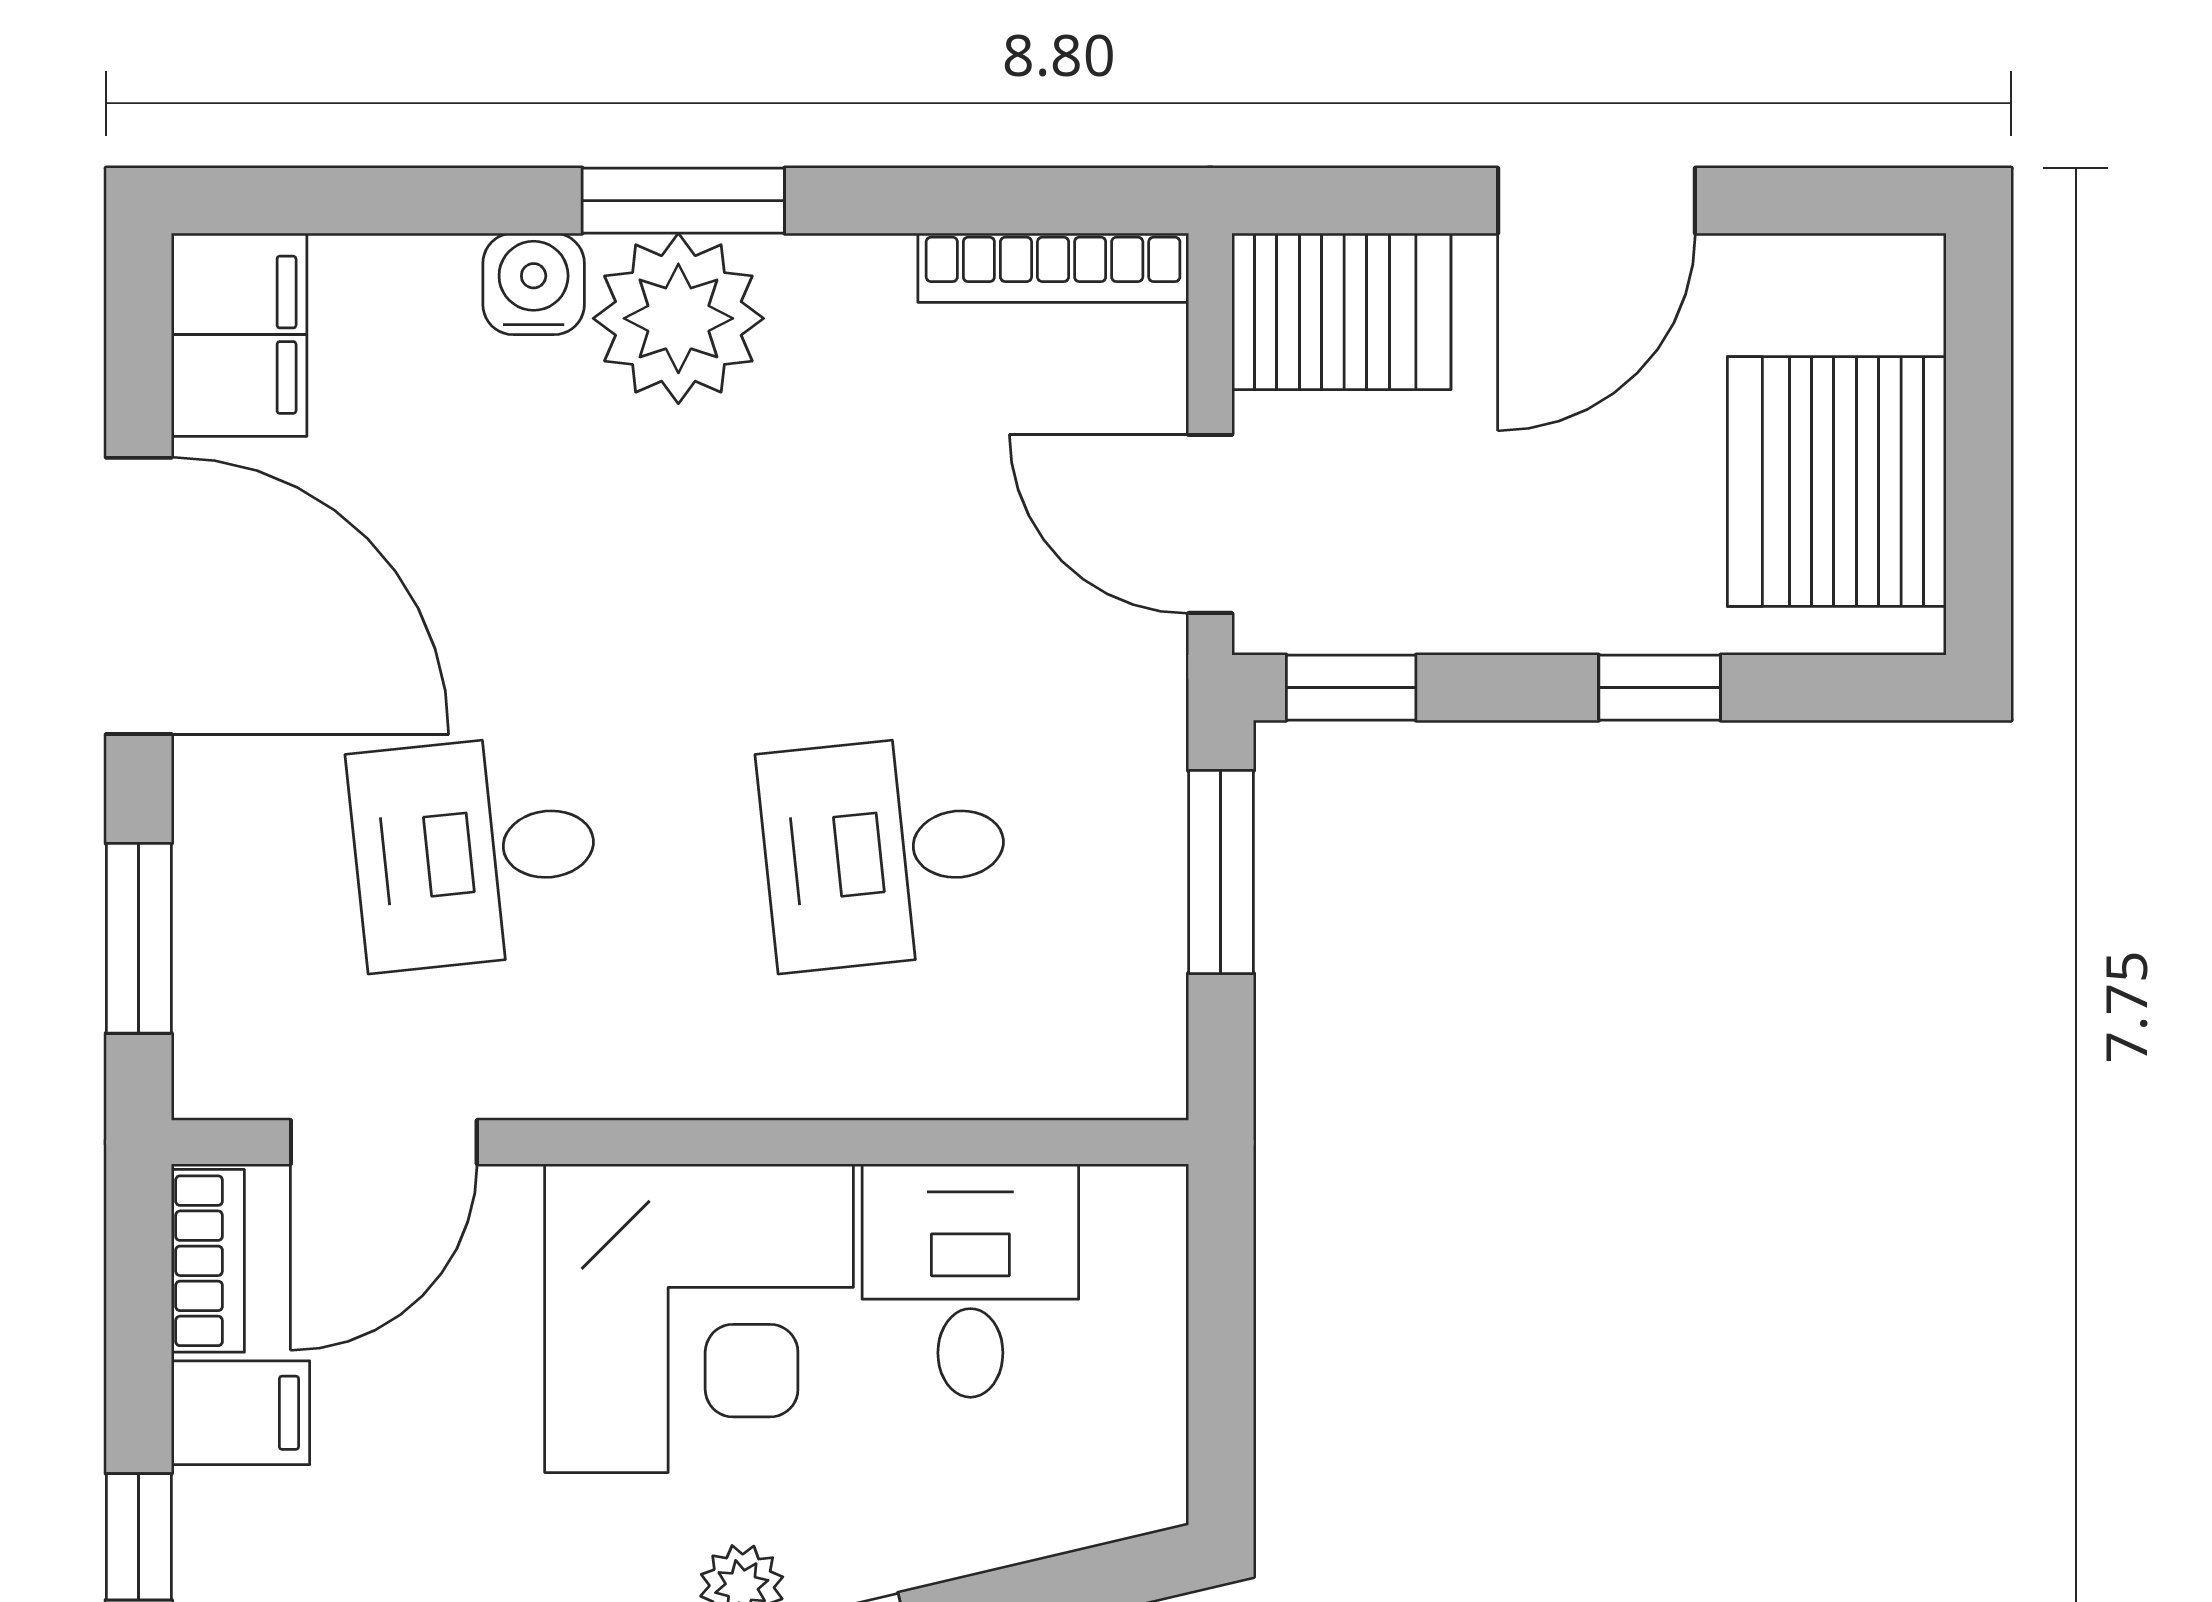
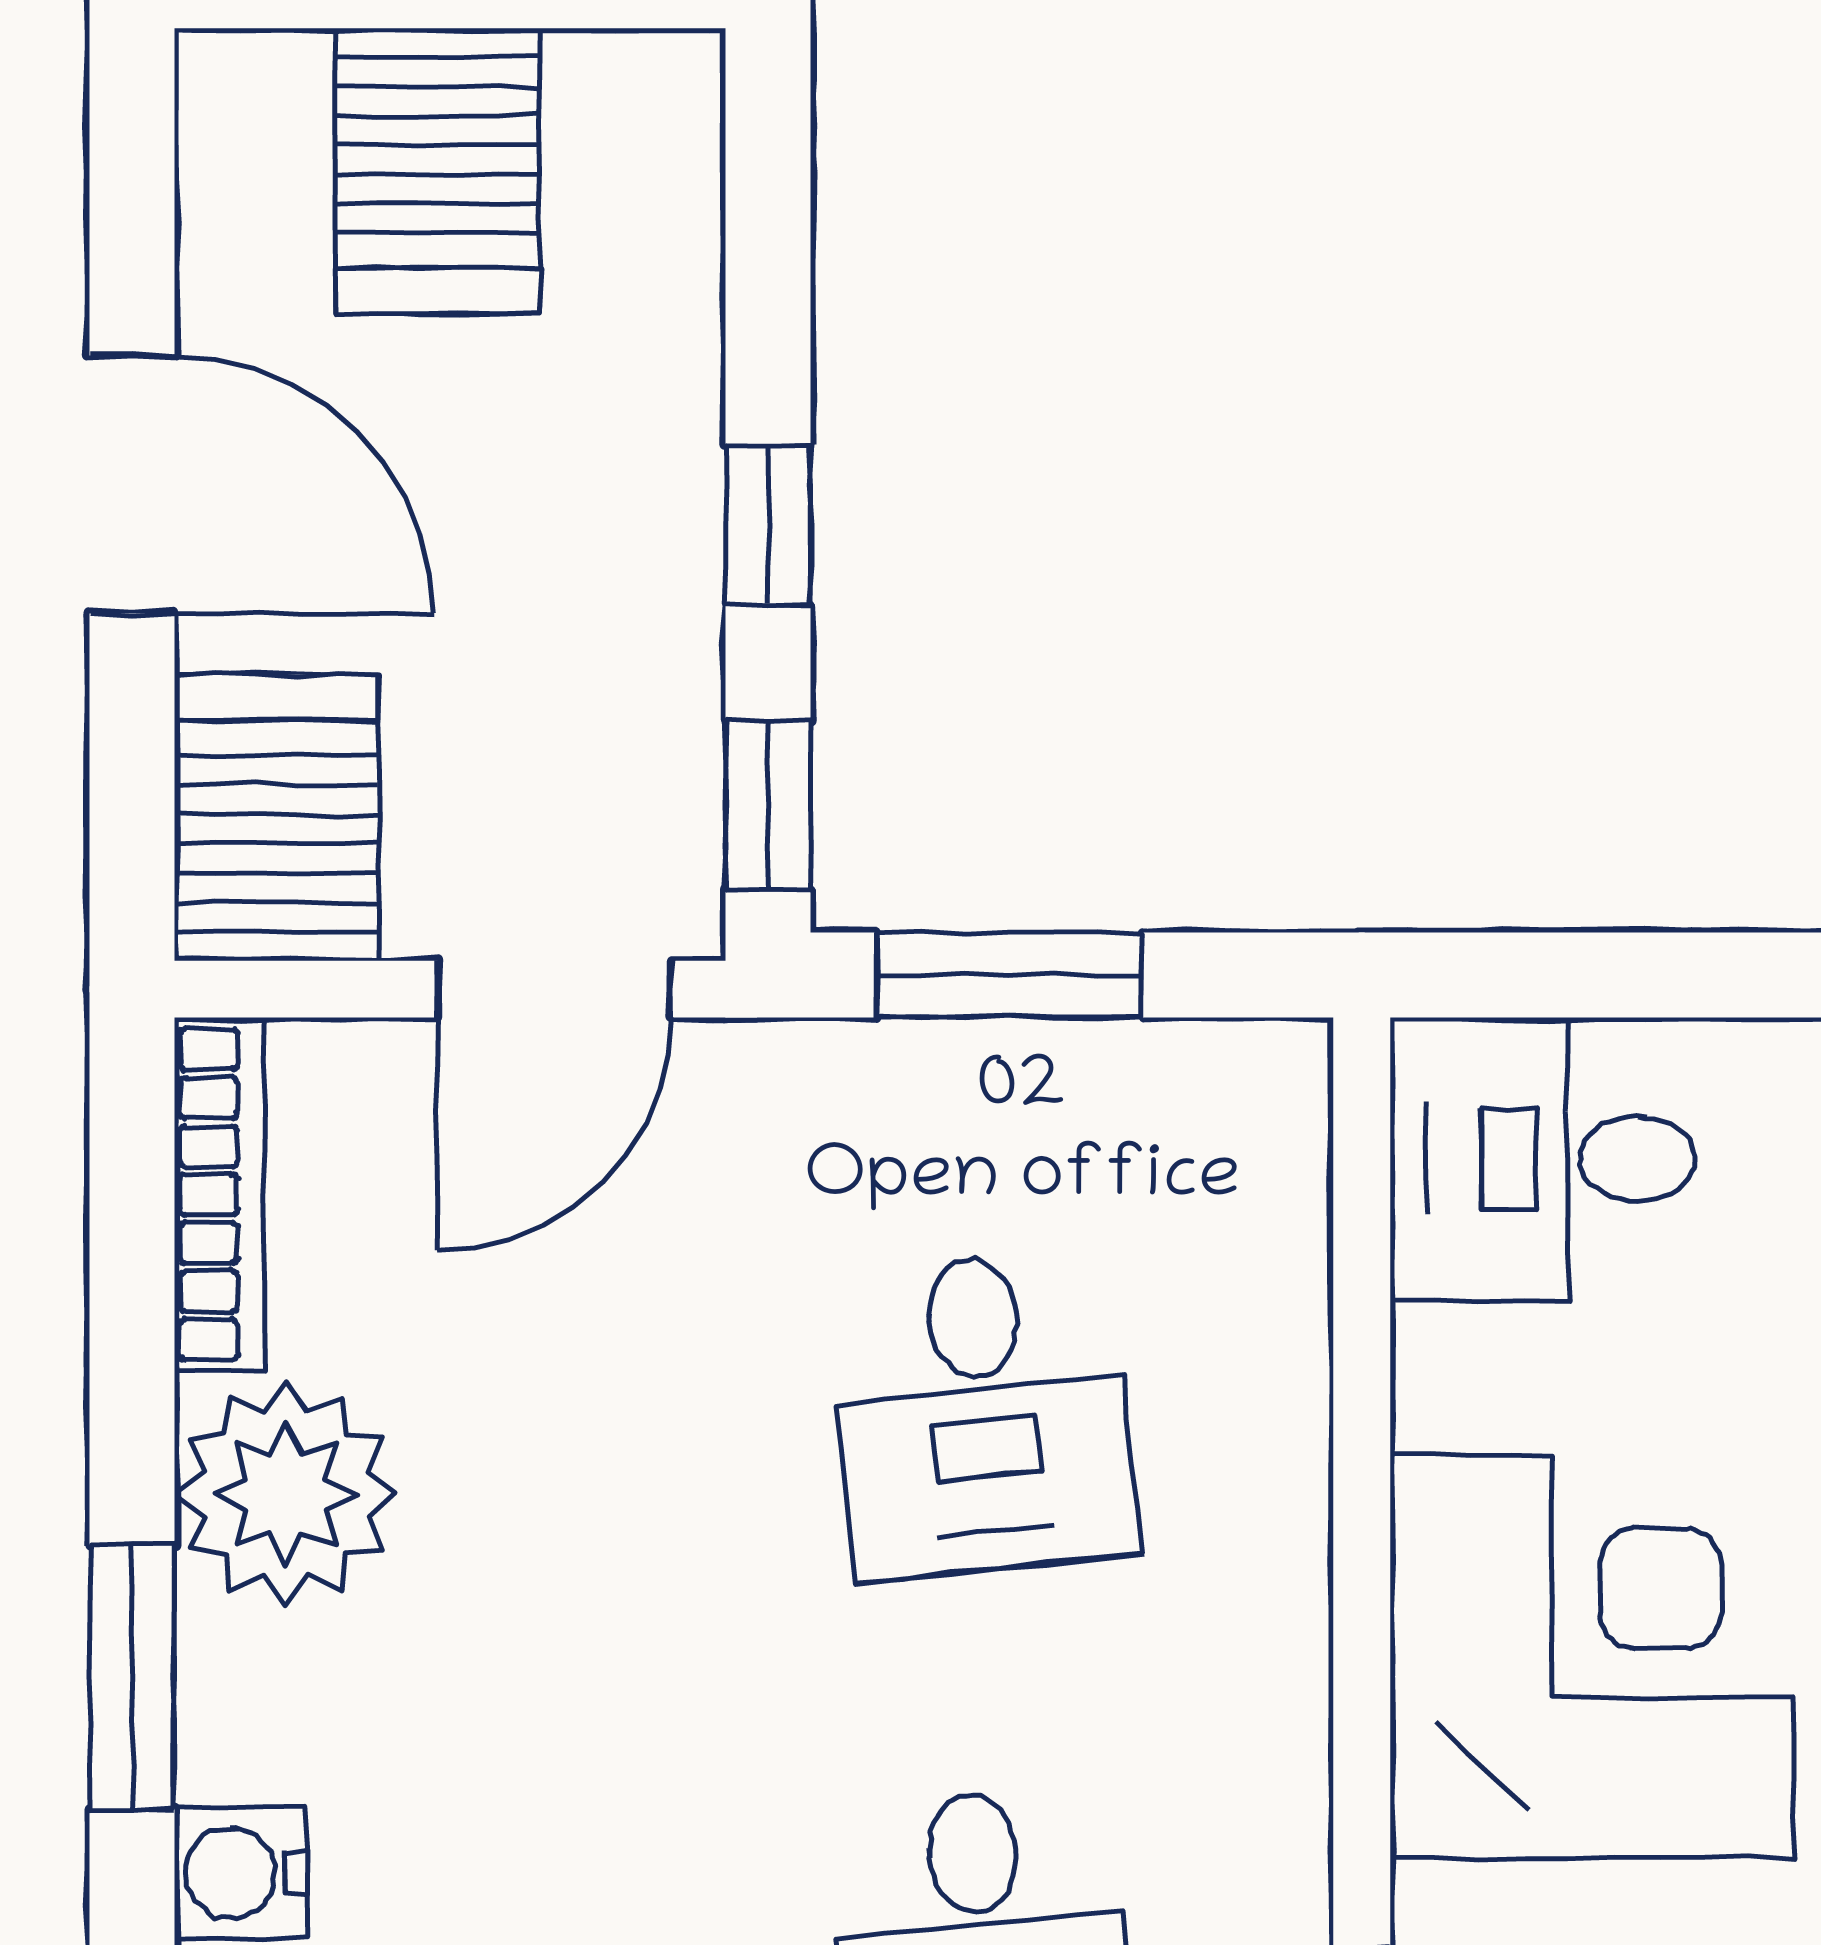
plant: (678, 318) -> (286, 1494), moved
server rack: (1837, 481) -> (438, 171), width x0.62
window: (1660, 688) -> (768, 525), moved
desk: (970, 1281) -> (1543, 1159), moved

